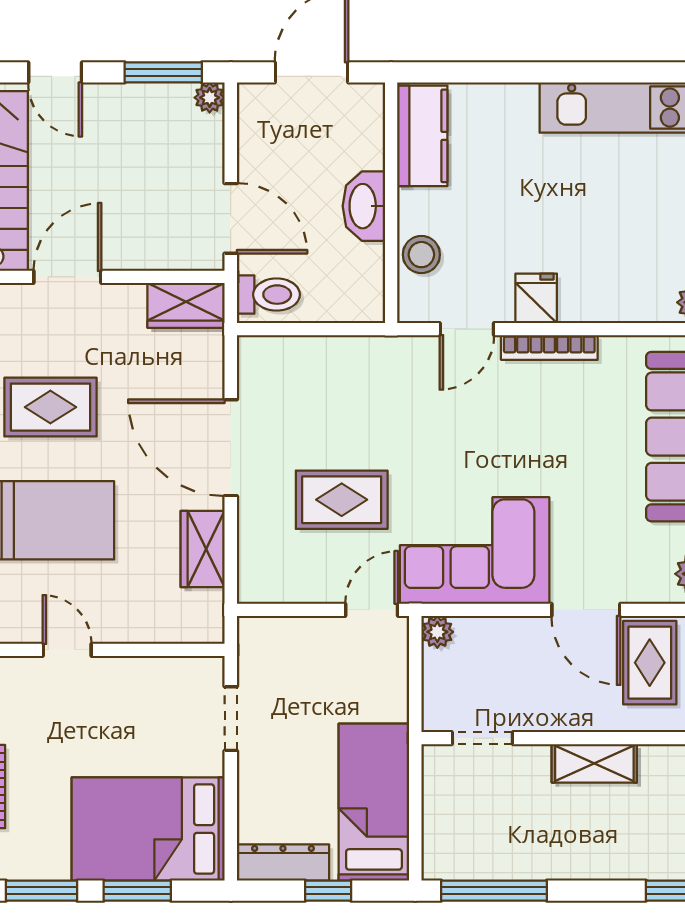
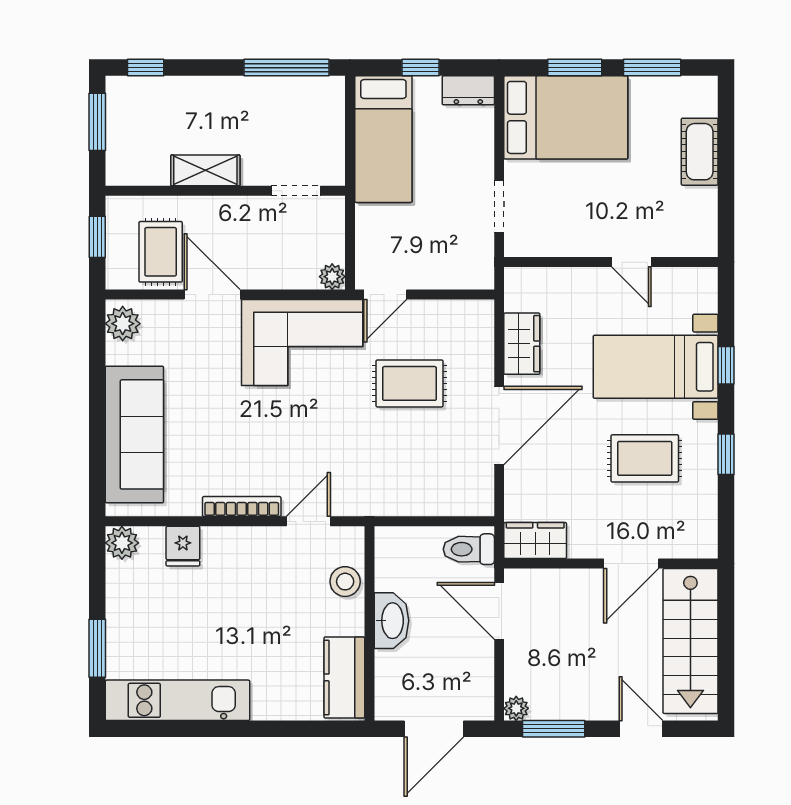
fridge: (536, 298) -> (183, 546), moved
door: (231, 448) -> (499, 425), hinge flipped
dresser: (283, 863) -> (468, 90), width x0.70

